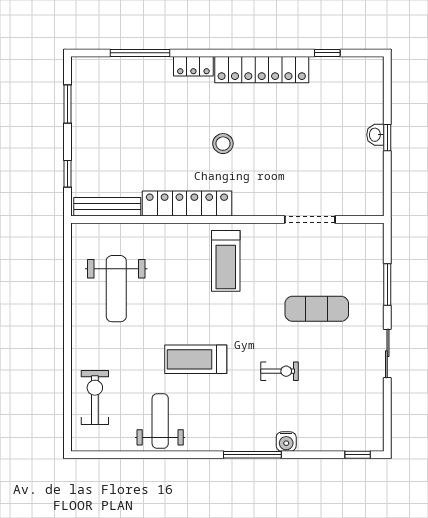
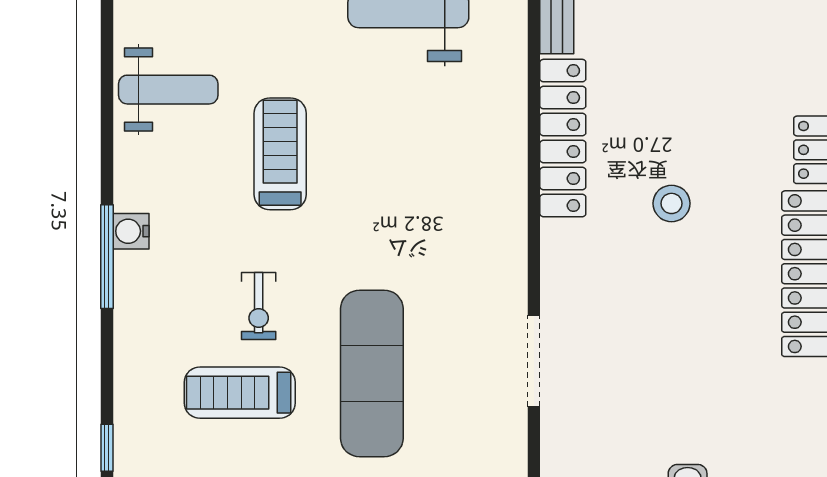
treadmill: (226, 261) -> (240, 393), moved
exercise mat: (317, 309) -> (372, 373), width x1.36, depth x1.45
water cooler: (286, 442) -> (131, 231), moved

